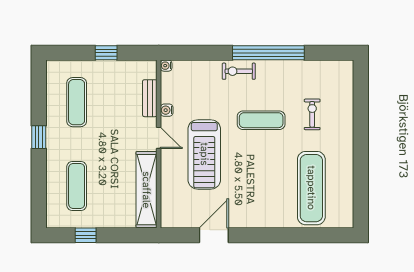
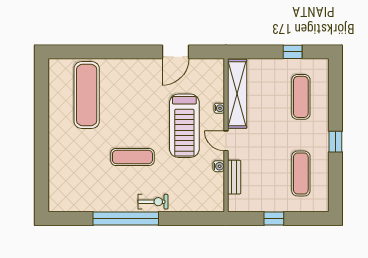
water cooler: (166, 66) -> (219, 108), moved
exercise bike: (312, 114) -> (86, 162), removed
treadmill: (204, 154) -> (184, 126), turned 180

